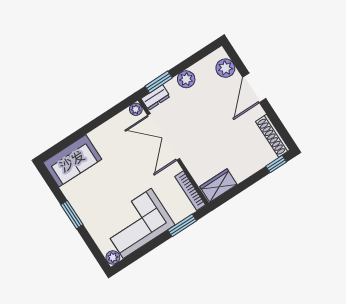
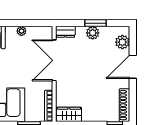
window: (159, 82) -> (96, 23), moved
plant: (136, 109) -> (21, 31), moved

